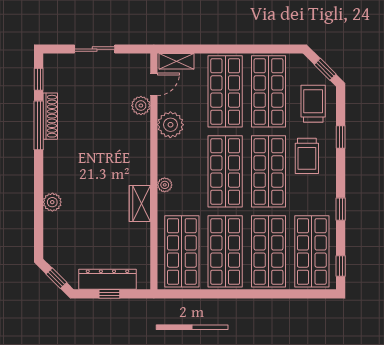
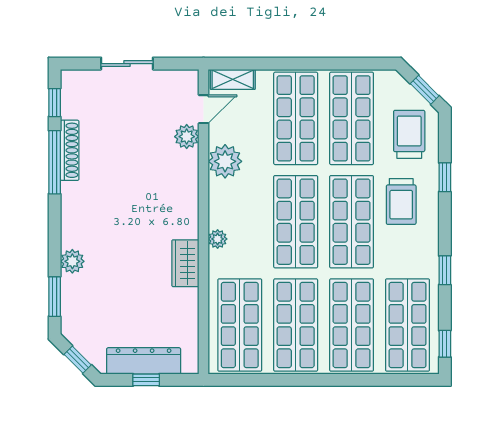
window: (39, 229) -> (55, 297), added

